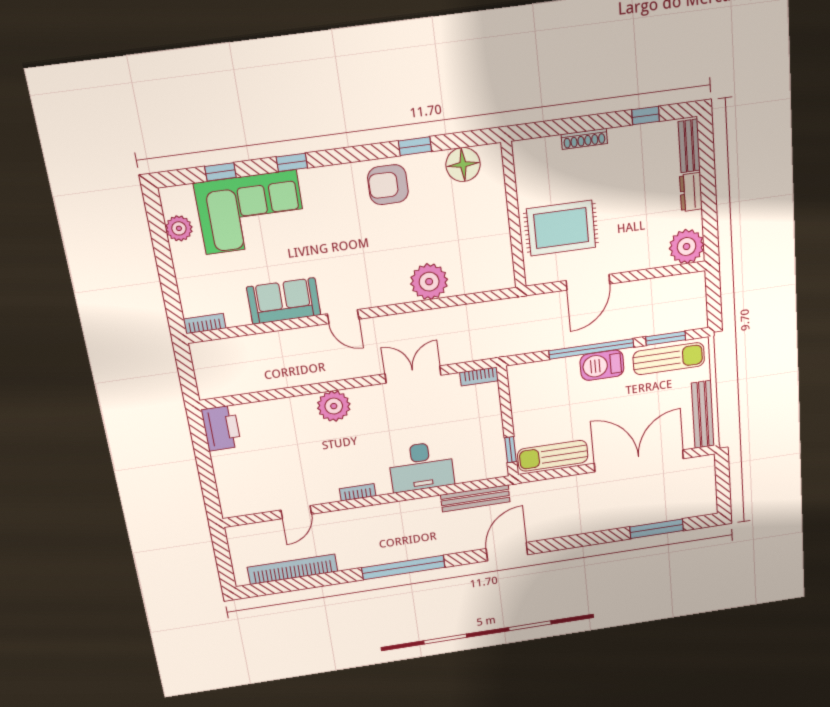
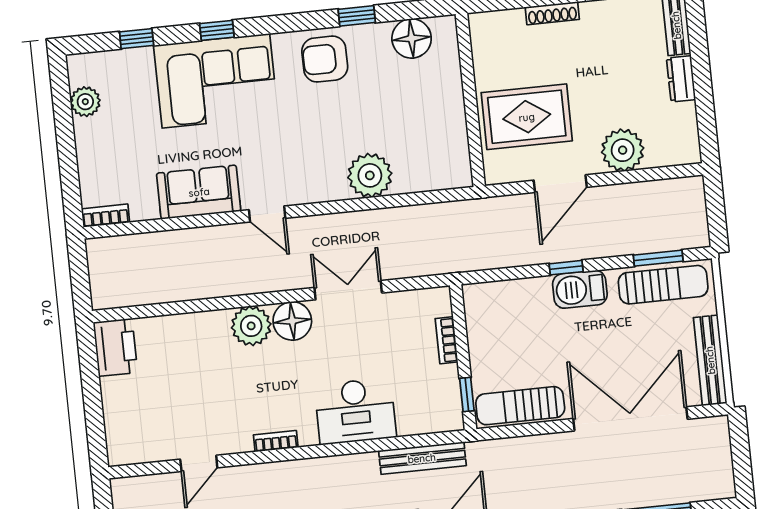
corner sofa: (251, 212) -> (216, 81), moved
plant: (687, 247) -> (623, 150), moved
window: (591, 349) -> (566, 268), width x0.32
bookcase: (479, 377) -> (447, 340), moved, turned 90
floor lamp: (368, 401) -> (292, 321), added

